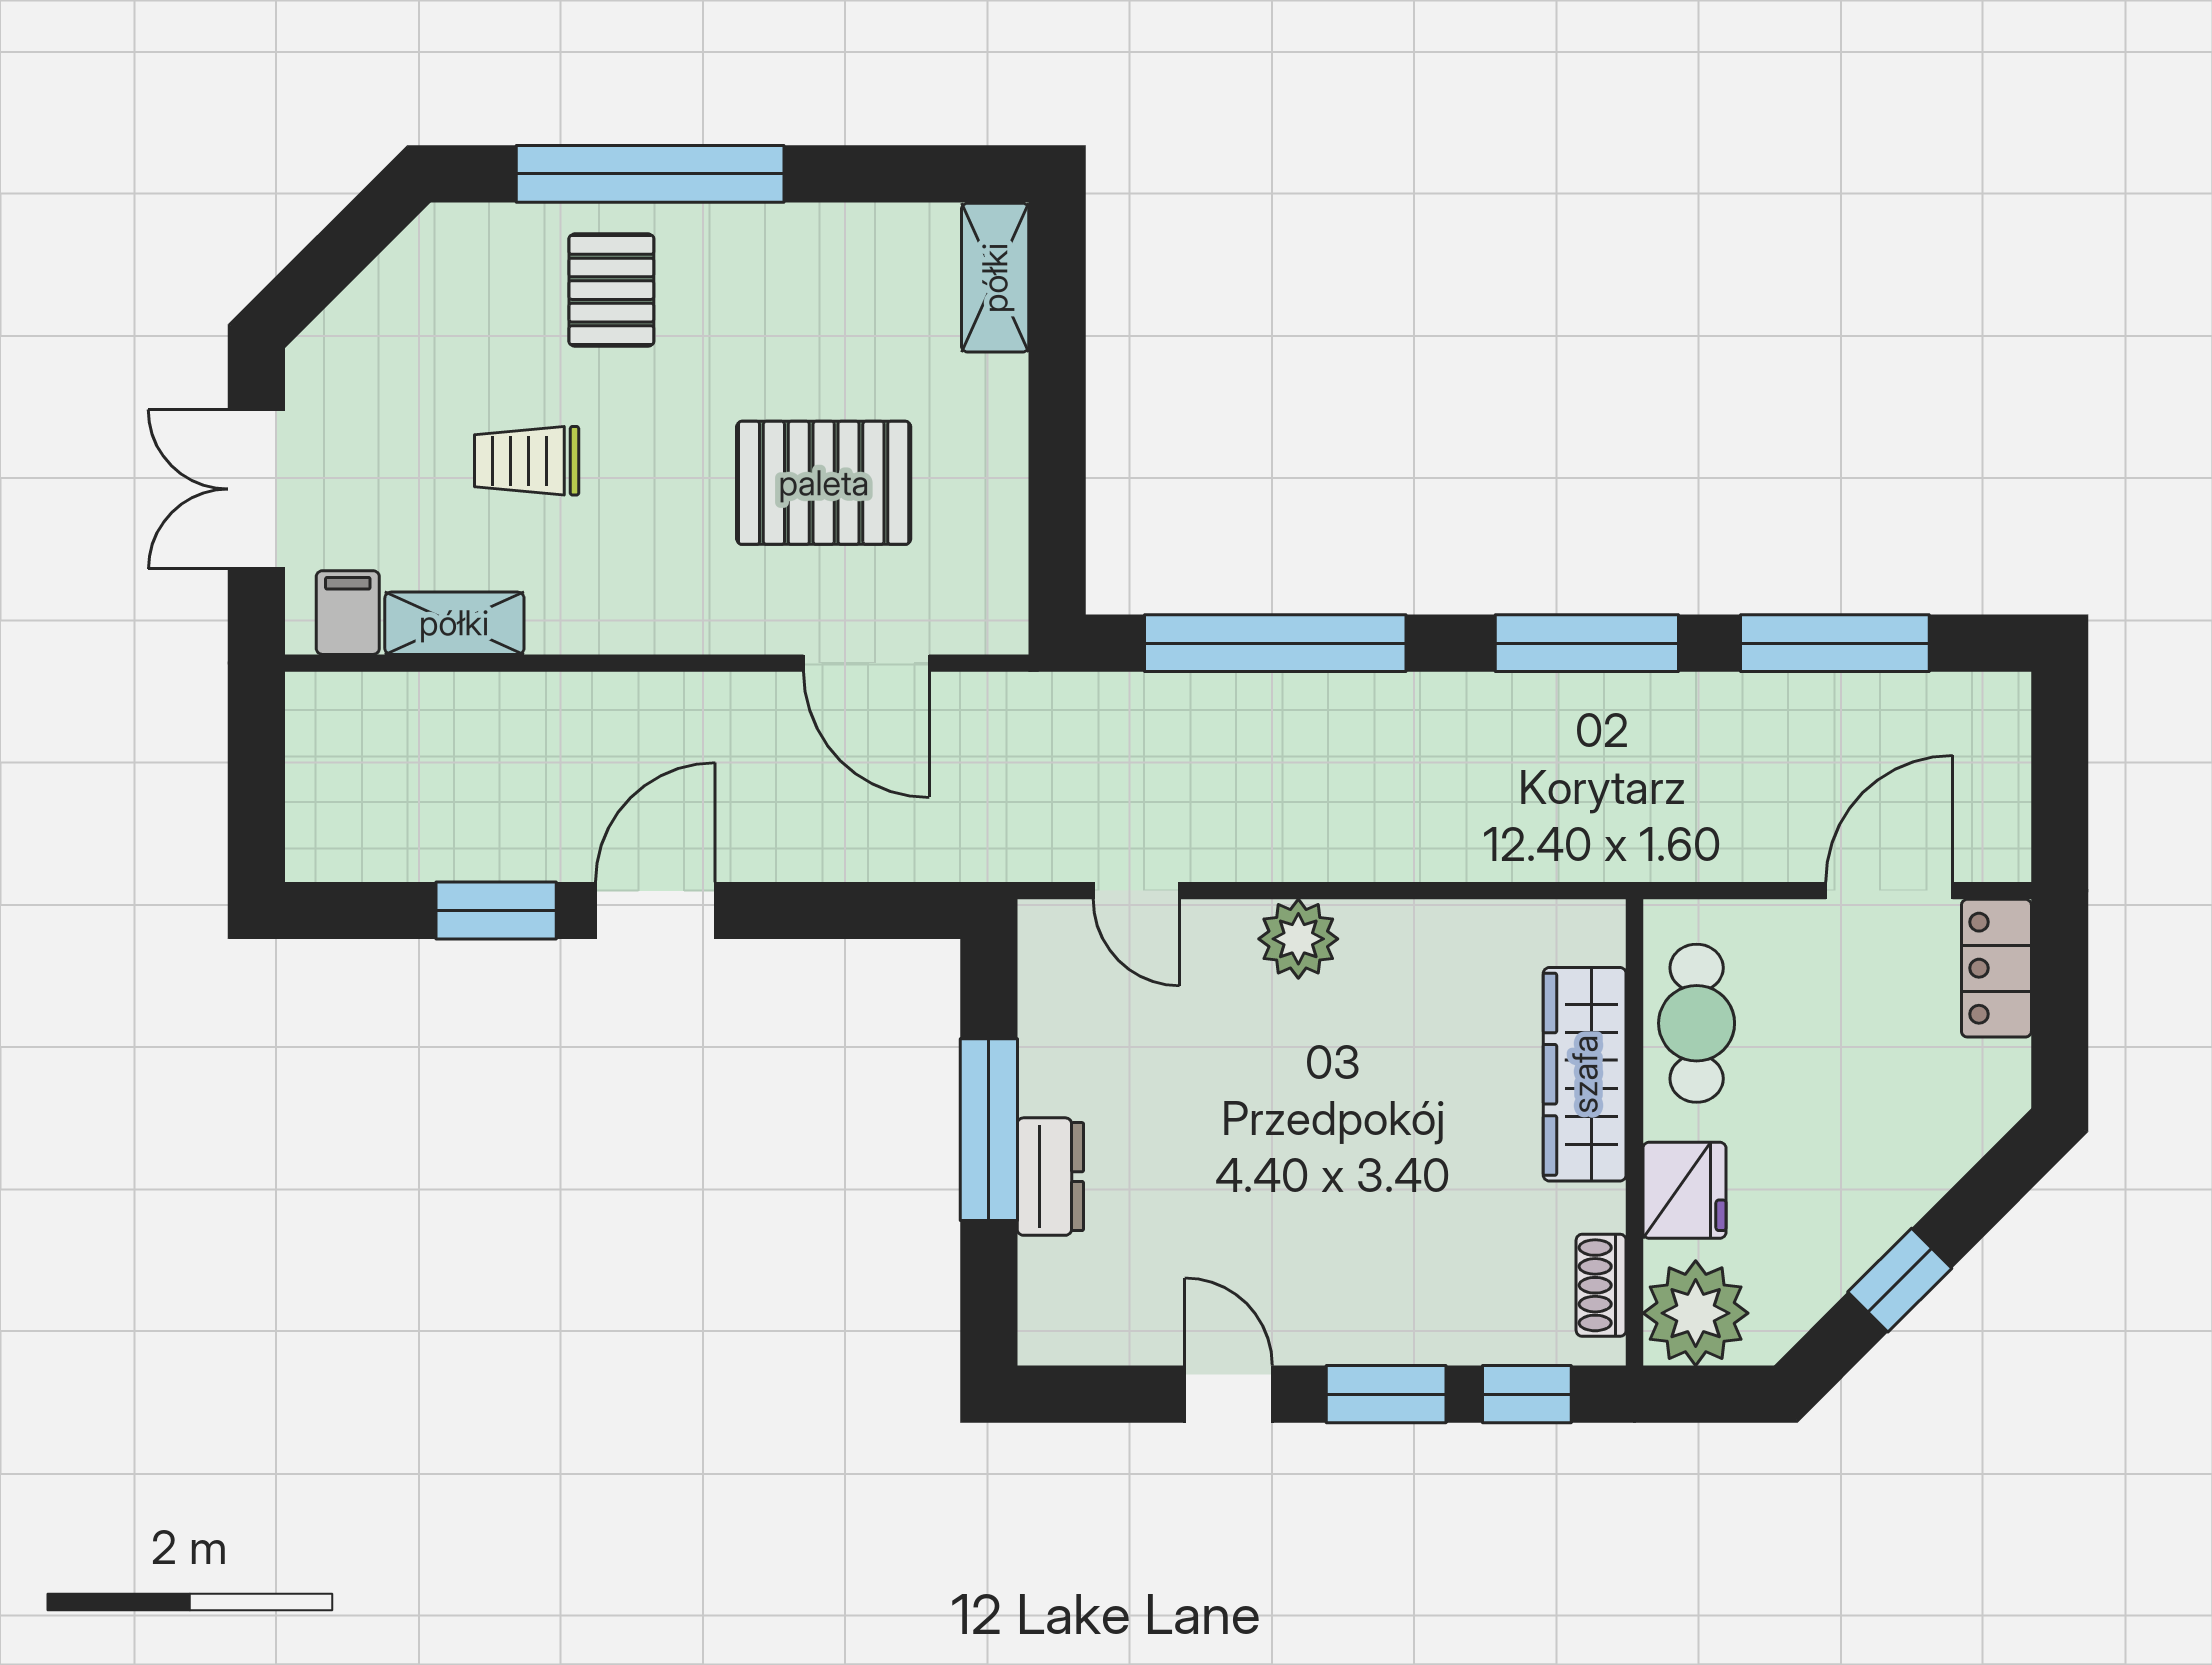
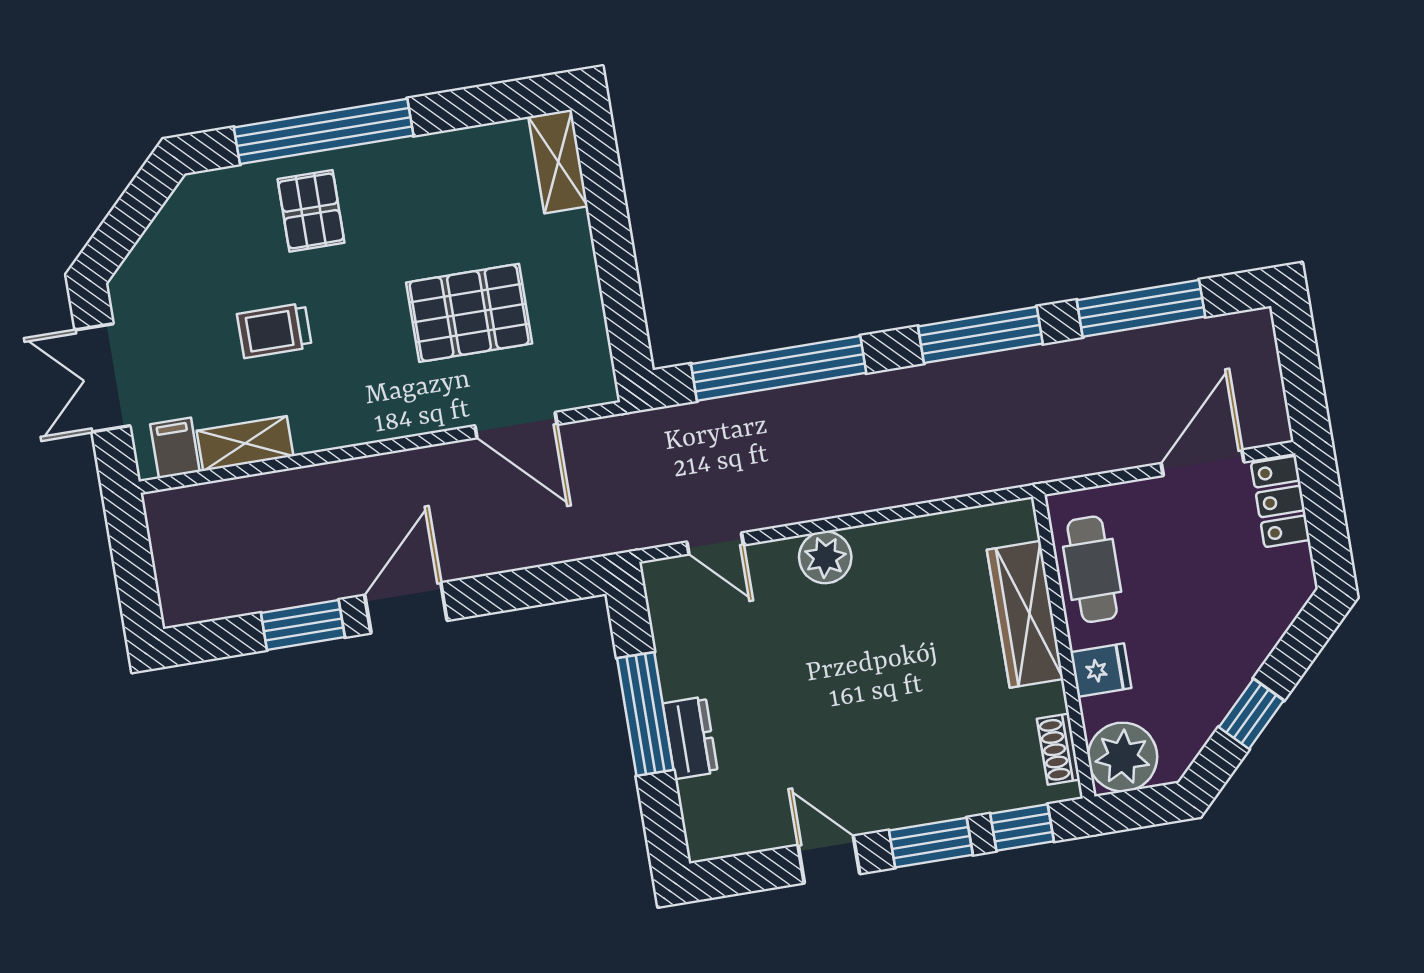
fridge: (1684, 1190) -> (1101, 670), width x0.72

